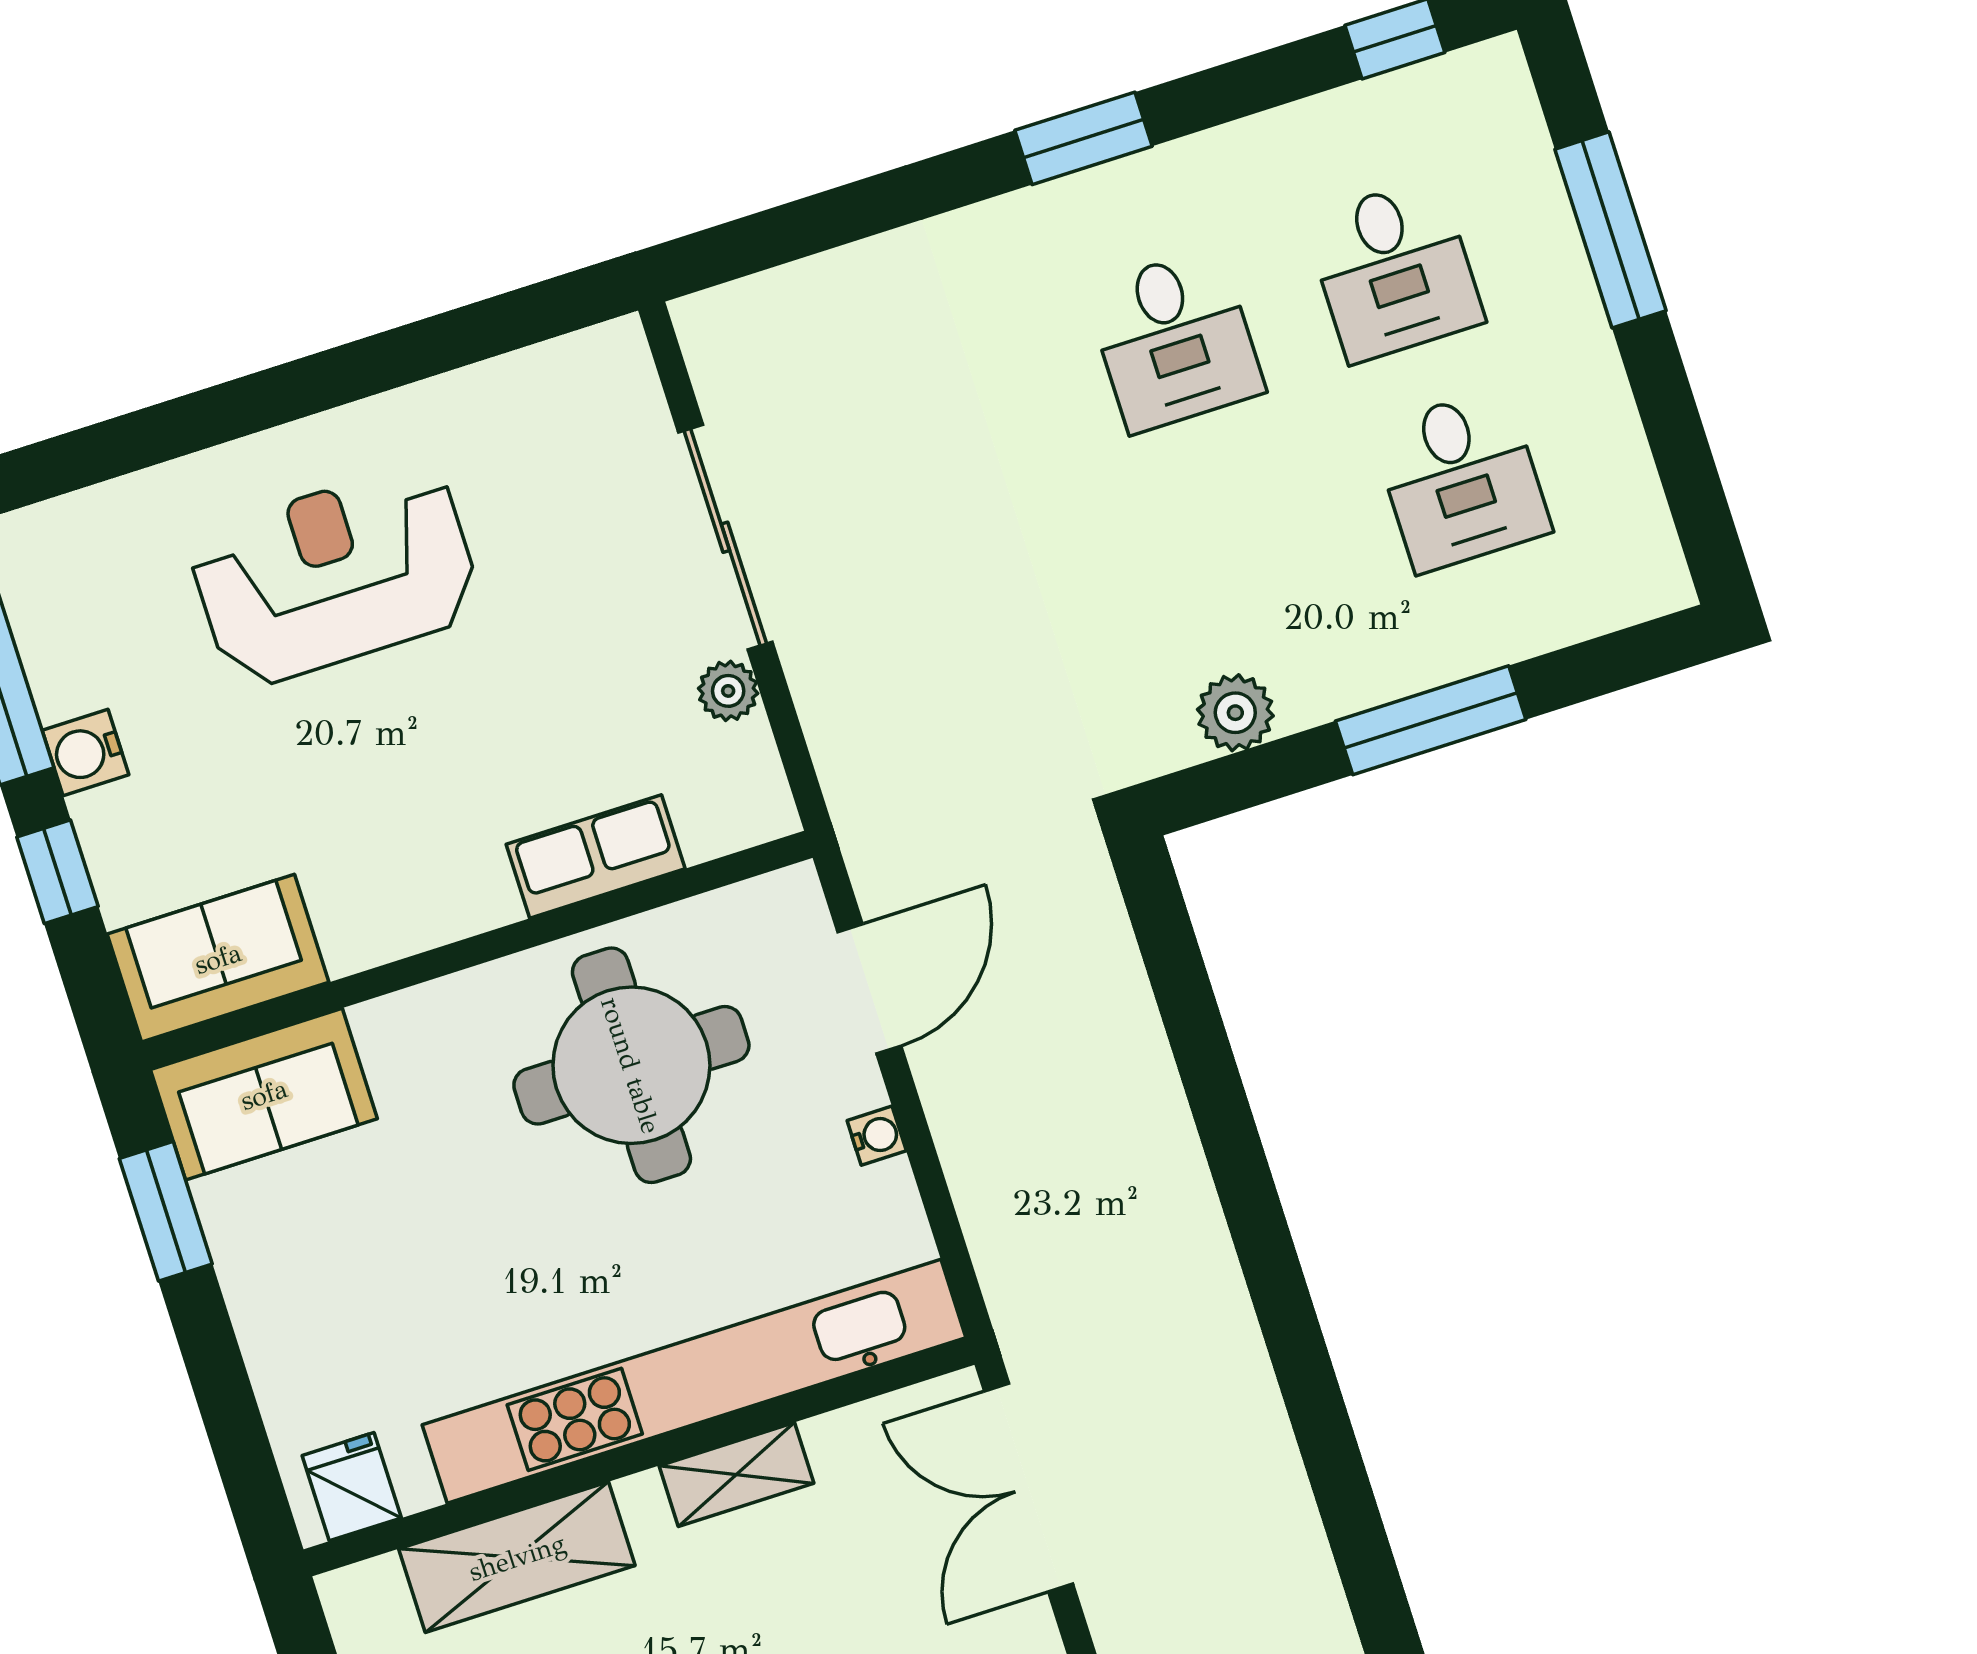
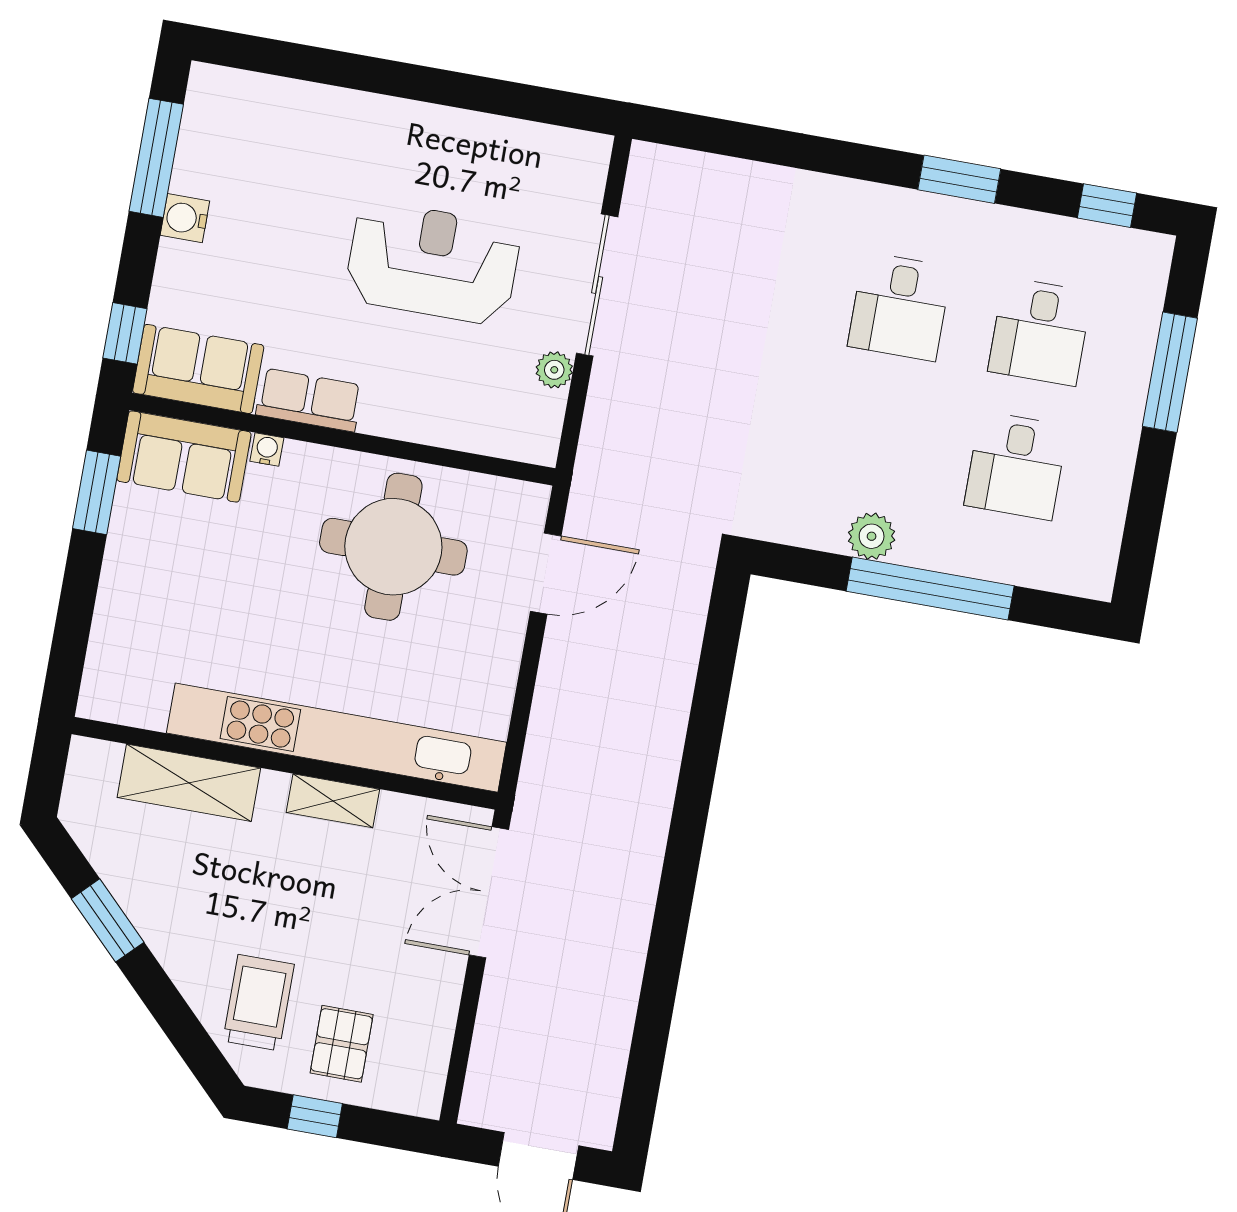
window: (1084, 138) -> (959, 179), moved
reception desk: (335, 575) -> (433, 263), moved
plant: (1235, 713) -> (872, 536), moved
window: (1431, 720) -> (930, 588), width x1.46
row of seats: (596, 856) -> (309, 400), moved
window: (57, 872) -> (125, 333), moved
water cooler: (877, 1136) -> (267, 450), moved, turned -90
fridge: (352, 1487) -> (119, 697), removed

